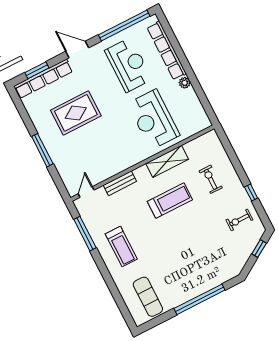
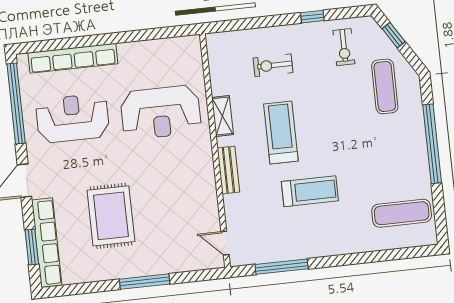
plant: (185, 83) -> (126, 50), removed
shelving: (167, 161) -> (223, 116), width x0.67, depth x0.75
bench: (120, 183) -> (228, 170), moved
treadmill: (121, 247) -> (310, 191), moved
exercise mat: (224, 255) -> (385, 86), added

